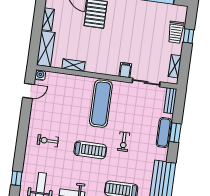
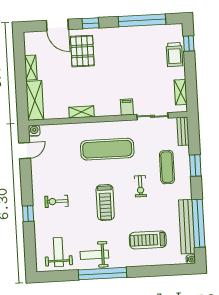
window: (189, 36) -> (189, 44), moved
shelving: (73, 65) -> (82, 112), moved
exercise mat: (101, 104) -> (107, 149), turned 90
exercise mat: (164, 133) -> (167, 167), moved
treadmill: (90, 150) -> (105, 202), turned 90
window: (16, 178) -> (28, 214), moved

